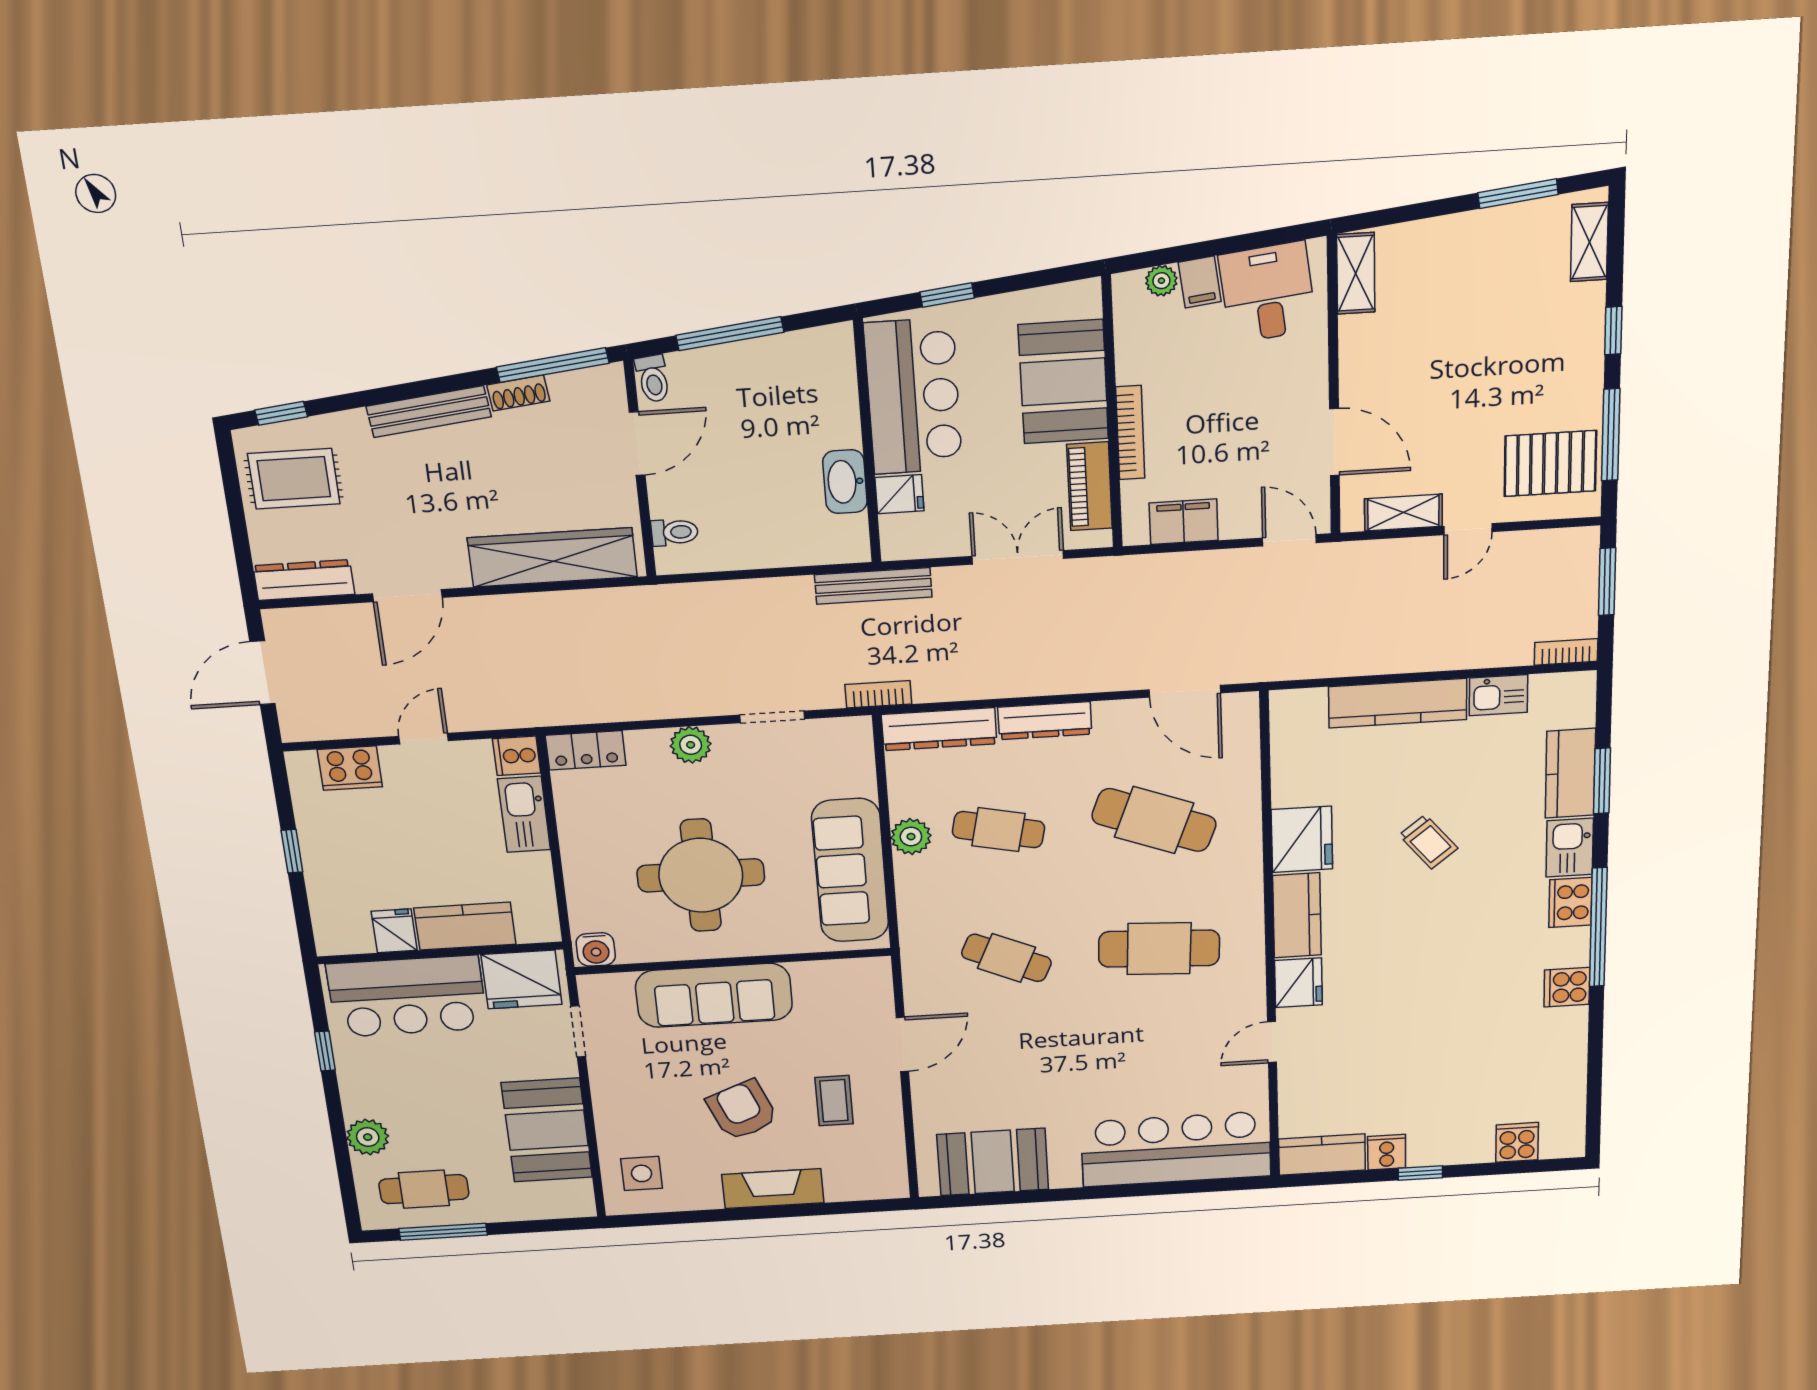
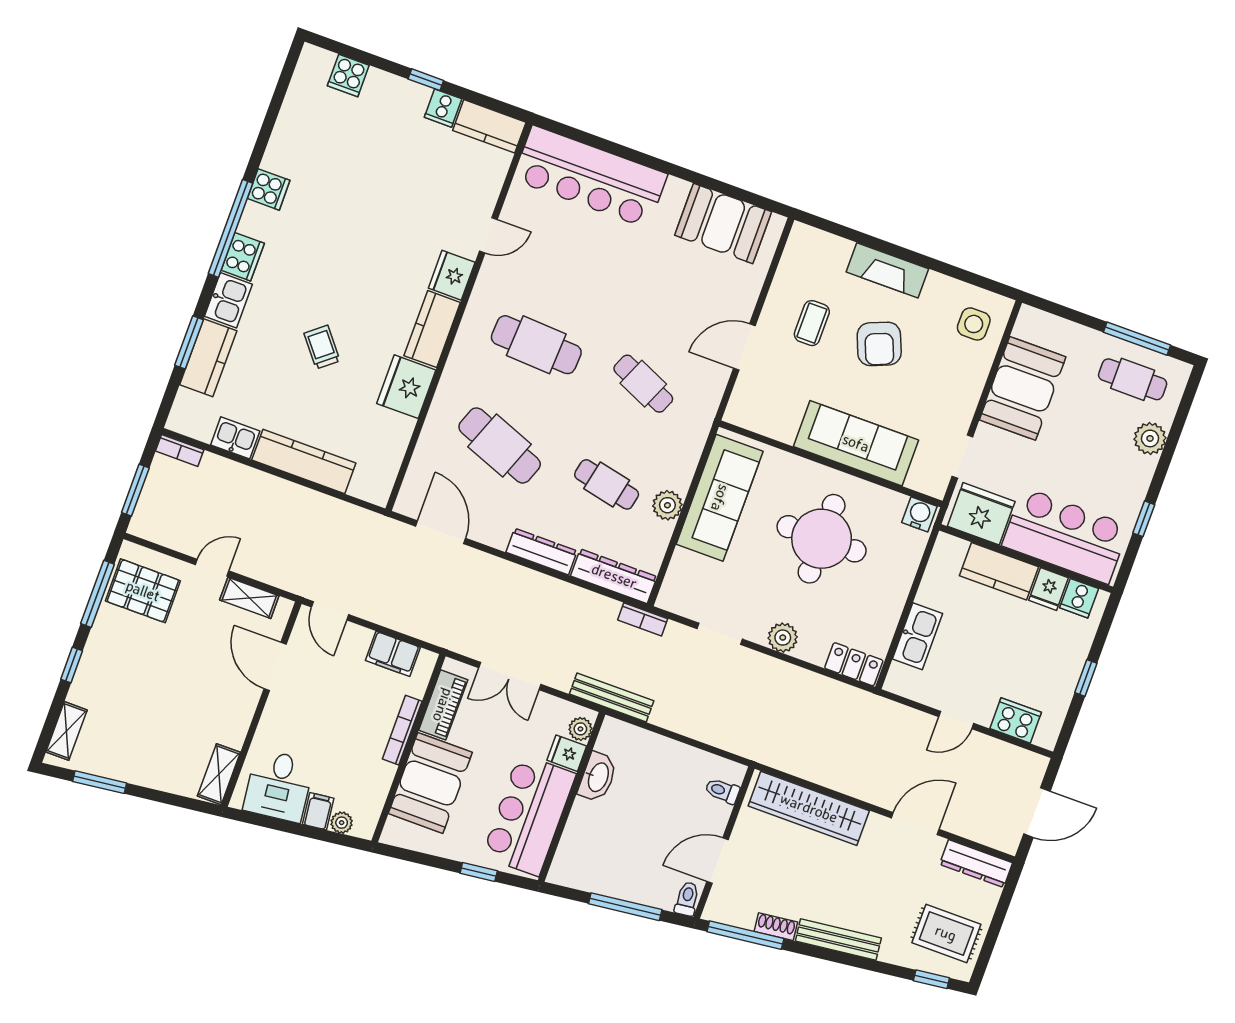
plant: (896, 531) -> (580, 729), added
cooker: (517, 756) -> (1079, 598), moved, turned 90

